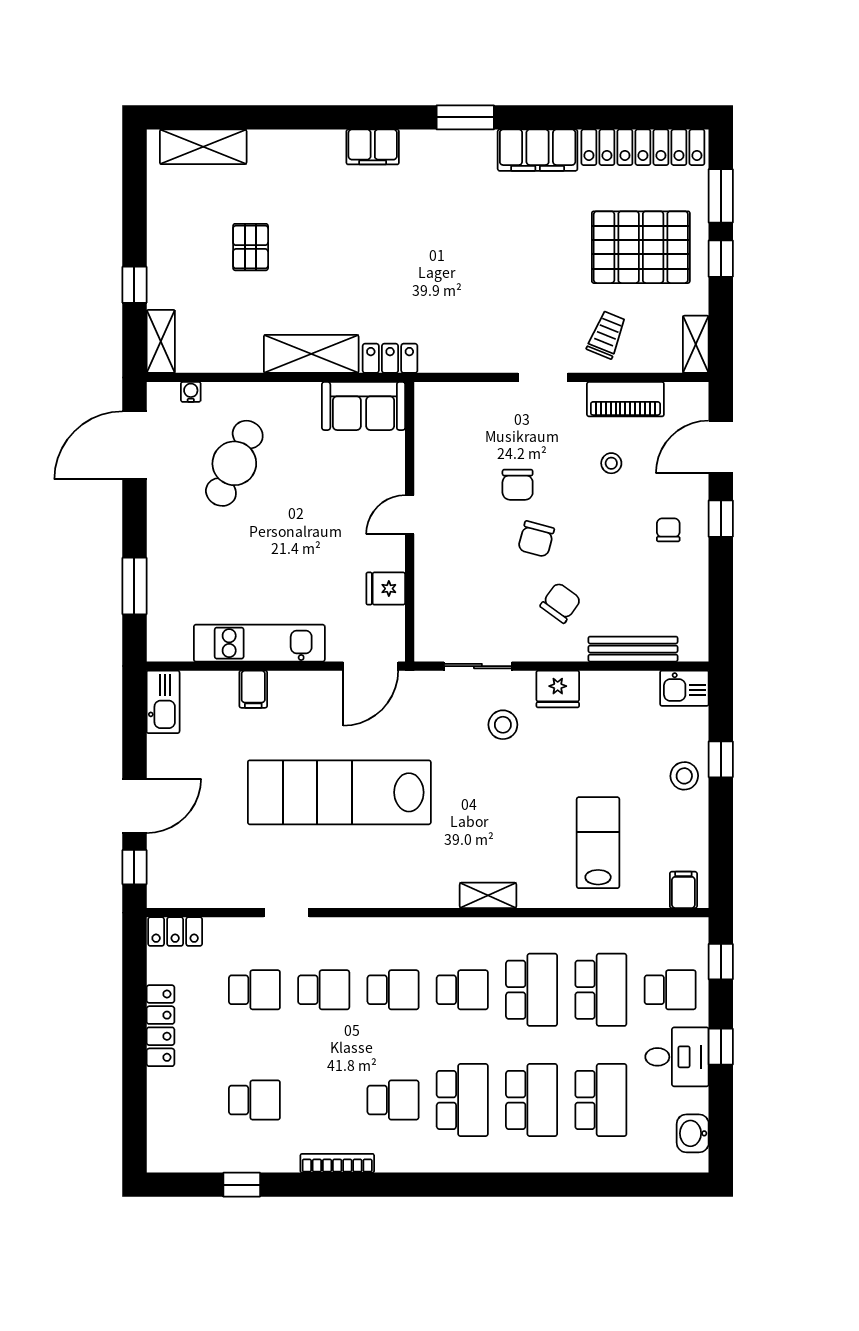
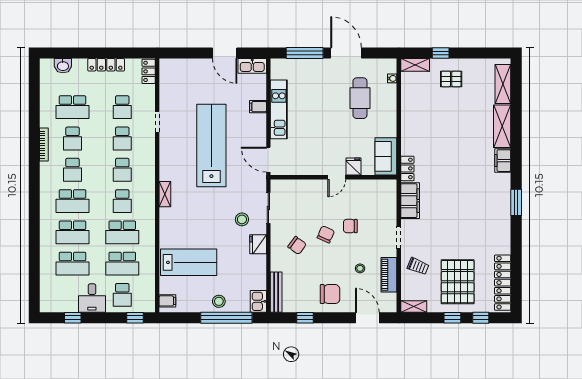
filing cabinet: (538, 150) -> (410, 201), moved, turned 180
window: (721, 196) -> (481, 318), width x0.67
pallet: (251, 247) -> (451, 79), moved
shelving: (311, 354) -> (502, 126), moved
door: (134, 445) -> (346, 53), moved
cafe table: (234, 463) -> (360, 98), turned 65
door: (410, 515) -> (337, 177), swing flipped
window: (721, 519) -> (305, 318), moved
chair: (668, 530) -> (330, 294), width x1.87, depth x1.87
chair: (536, 539) -> (326, 234), turned 99
window: (134, 586) -> (305, 53), width x1.44
fridge: (386, 589) -> (353, 166), moved
bench: (633, 649) -> (276, 292), moved
window: (721, 759) -> (226, 318), width x3.17
door: (134, 806) -> (225, 53), moved
lab bench: (598, 843) -> (189, 262), width x1.36, depth x1.39
window: (134, 867) -> (178, 53), removed
shelving: (488, 895) -> (165, 194), moved
window: (721, 1047) -> (73, 318), moved
school desk: (254, 1100) -> (73, 107), width x1.85
school desk: (324, 1100) -> (73, 138), added
washbasin: (693, 1133) -> (63, 66), moved, turned 180
window: (242, 1185) -> (34, 101), removed

